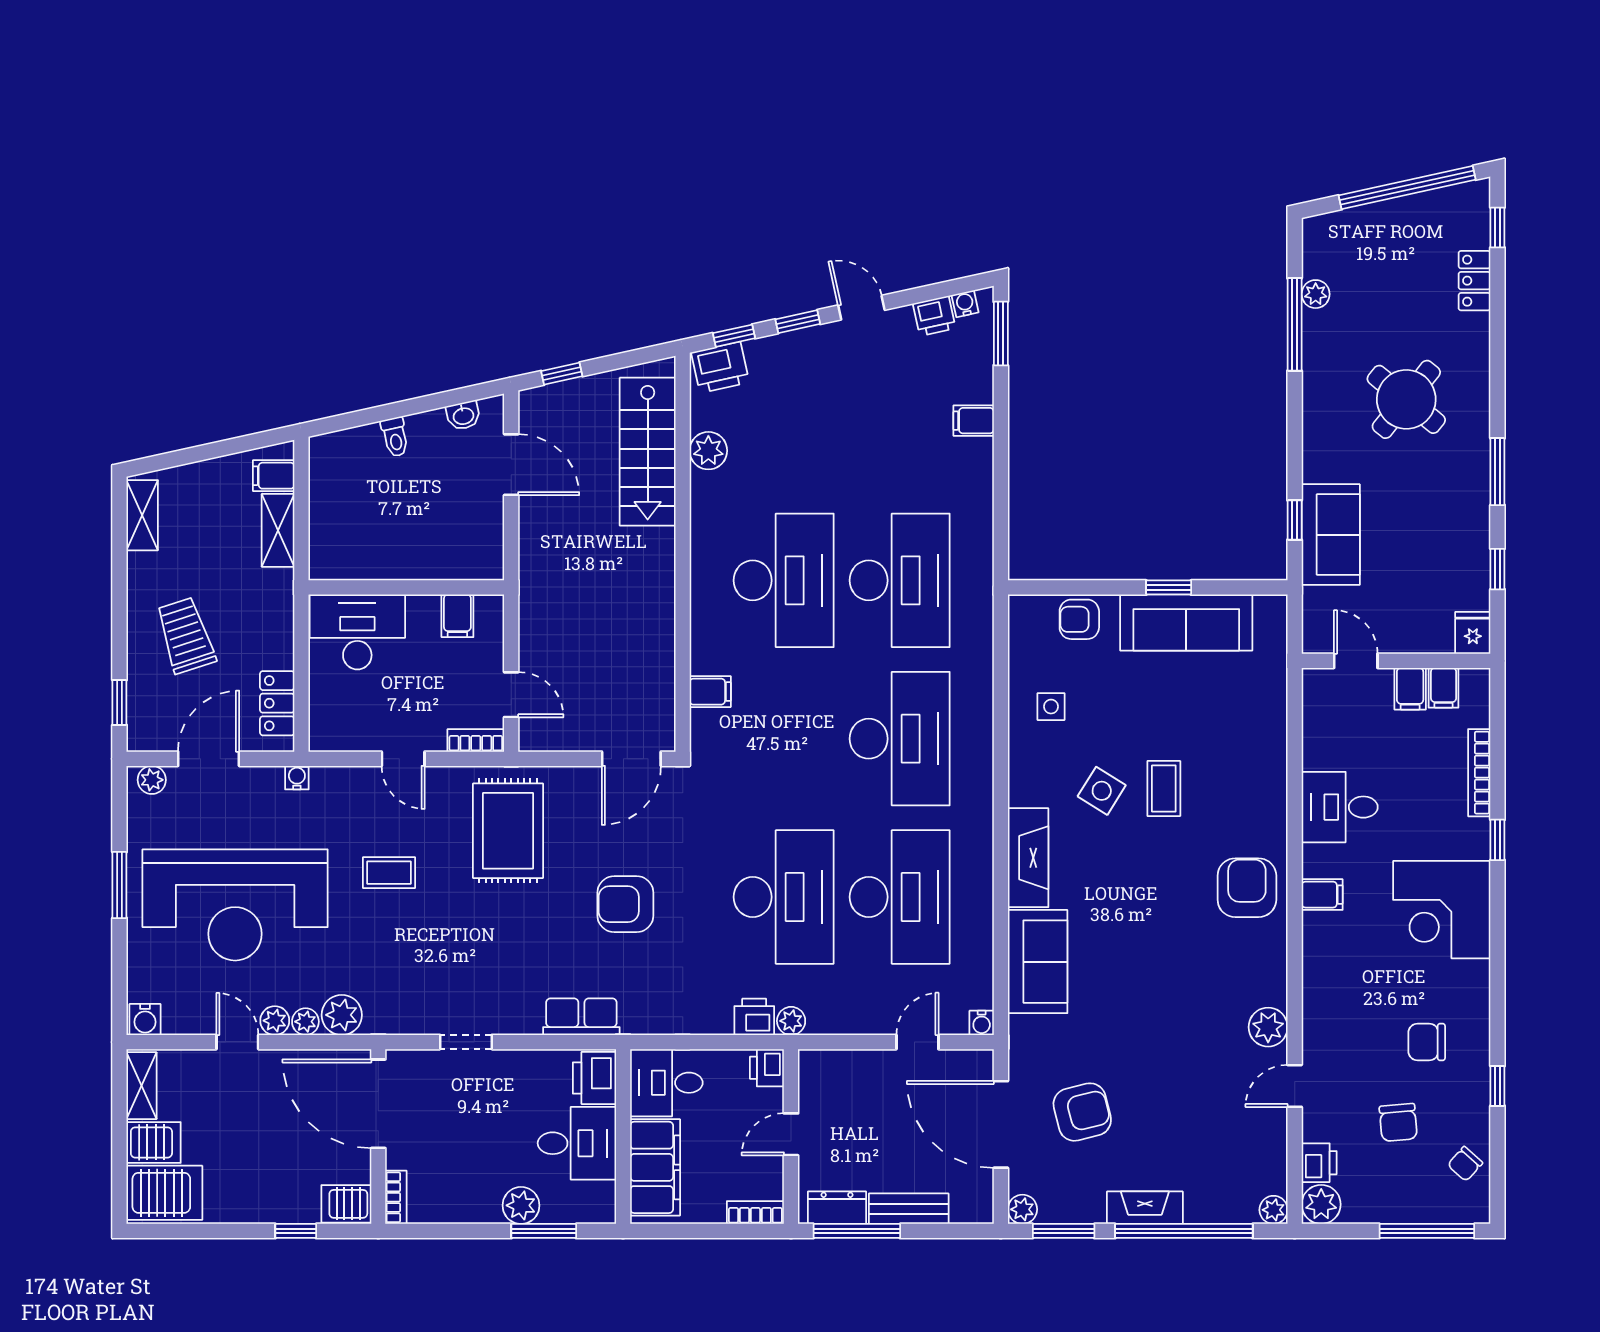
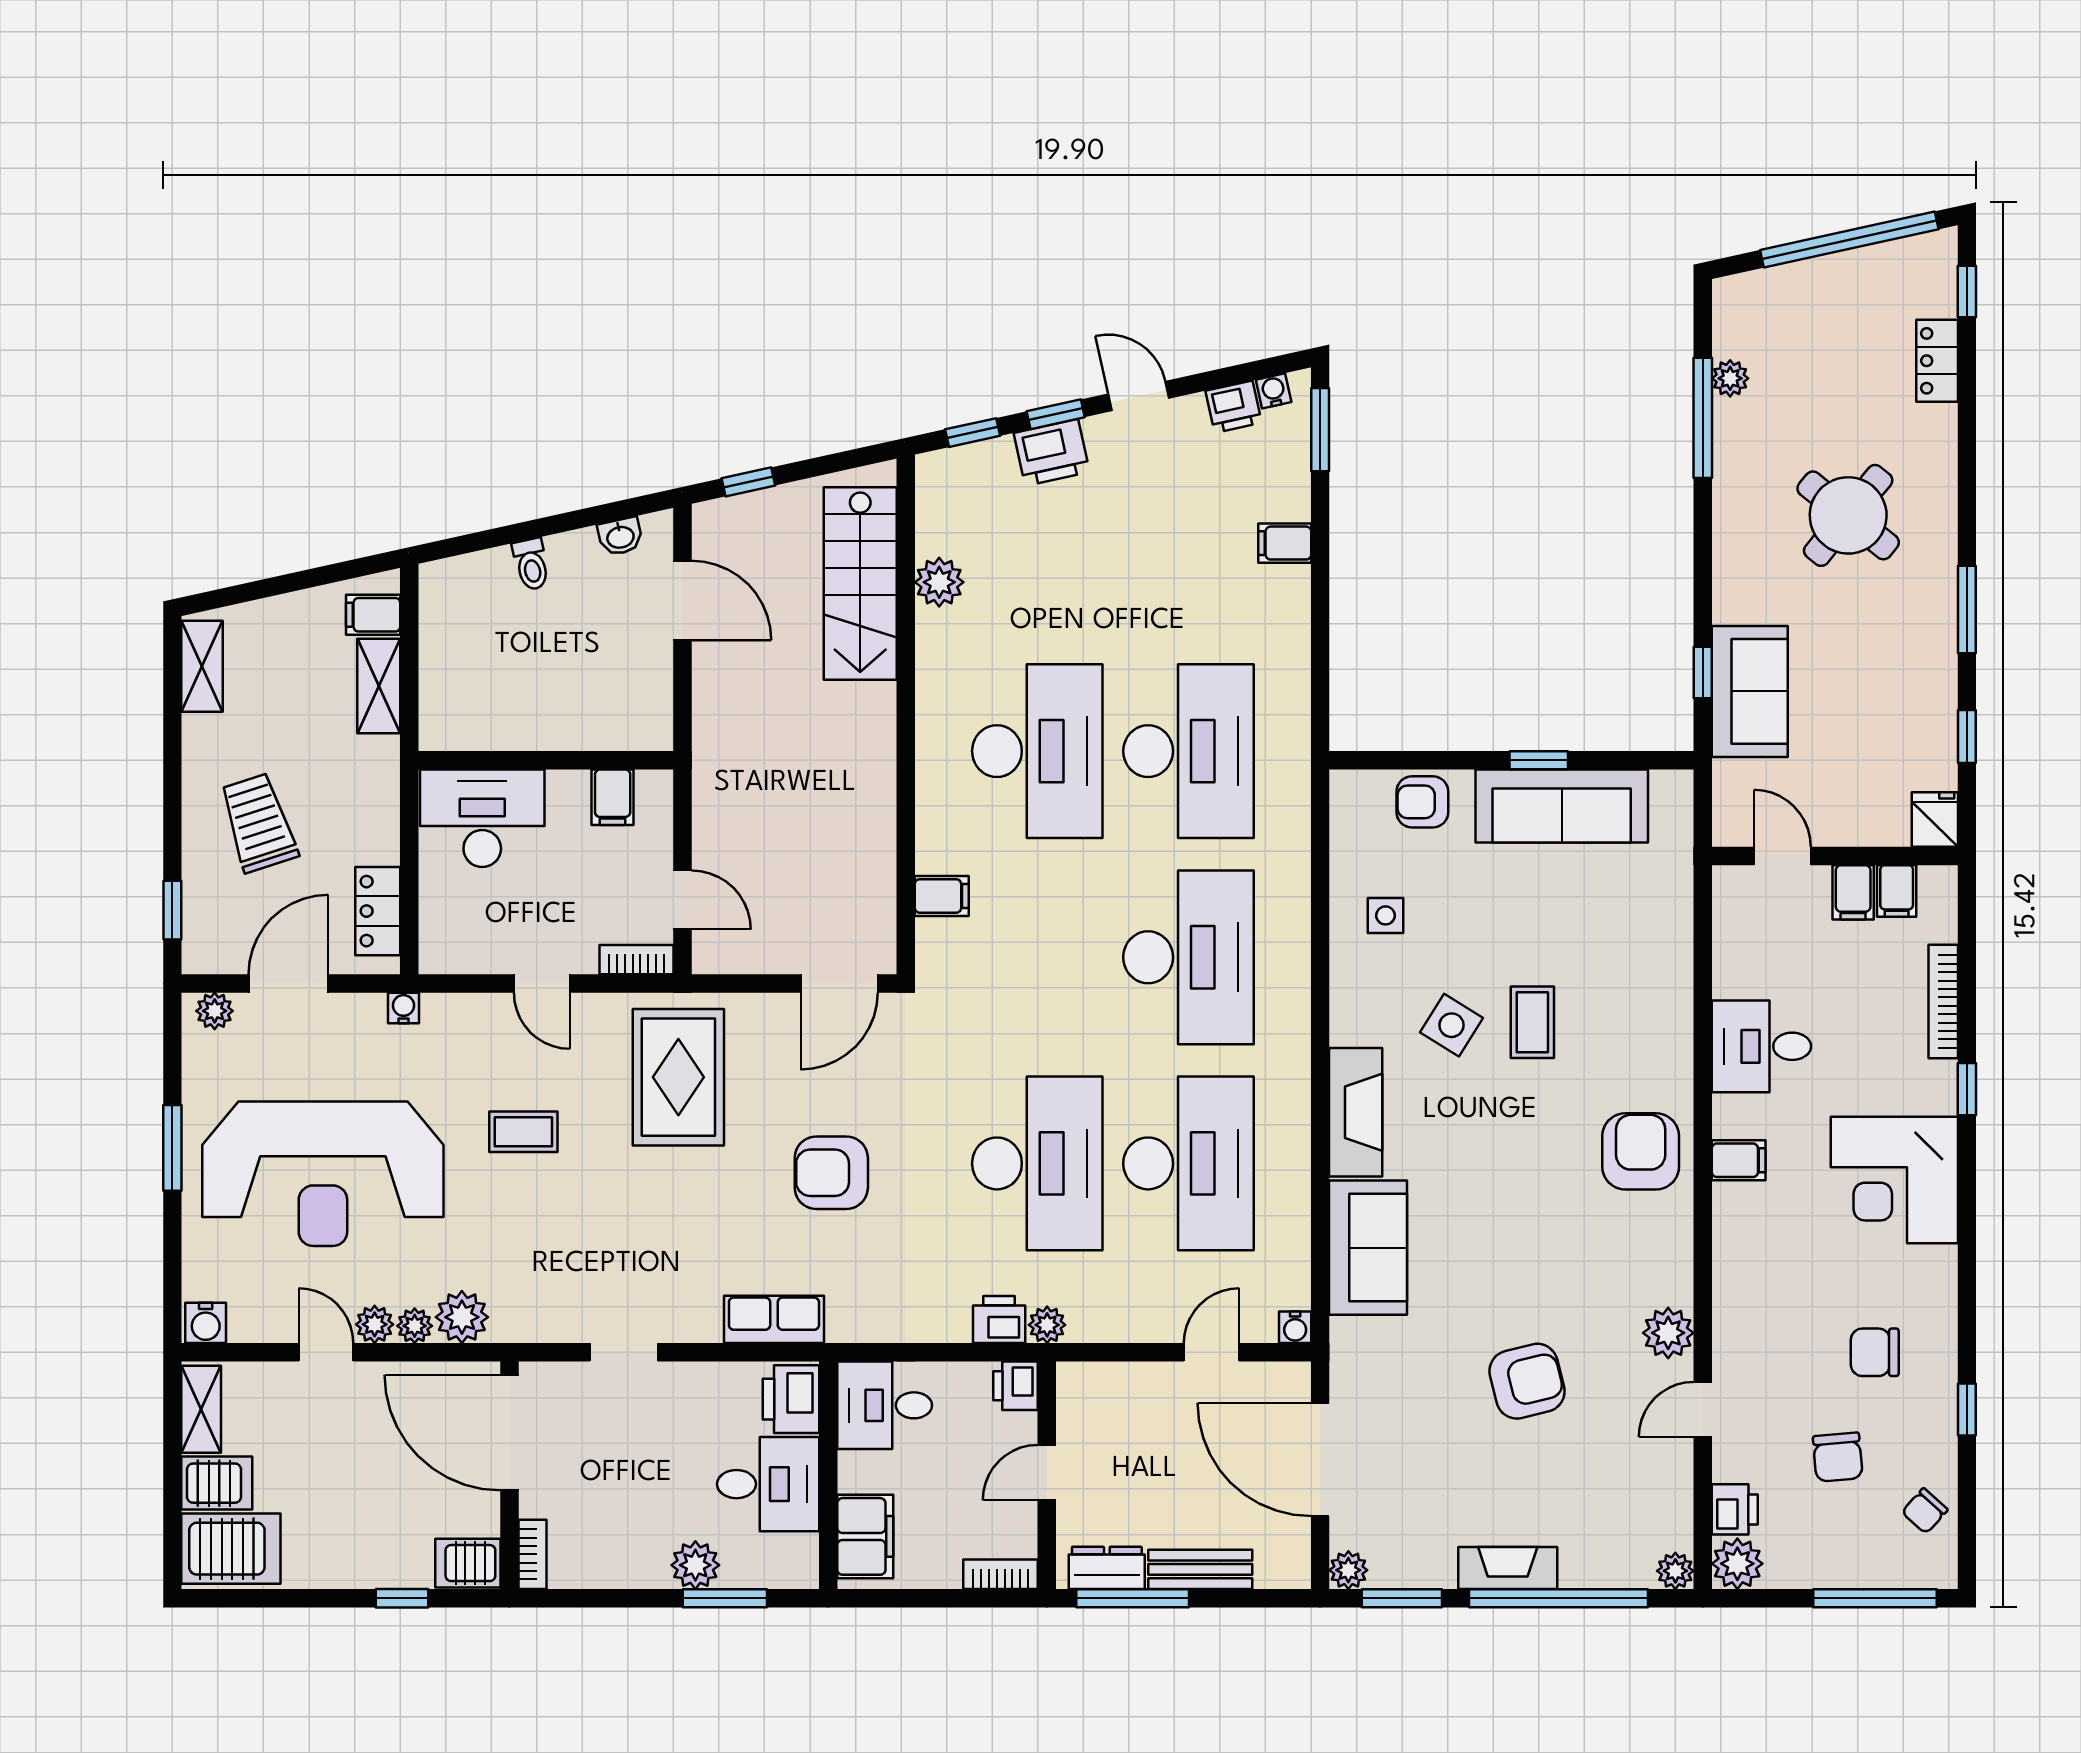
printer: (720, 367) -> (1052, 452), moved
armchair: (1082, 1112) -> (1527, 1381), moved
filing cabinet: (655, 1167) -> (865, 1536), width x0.67, depth x0.86

